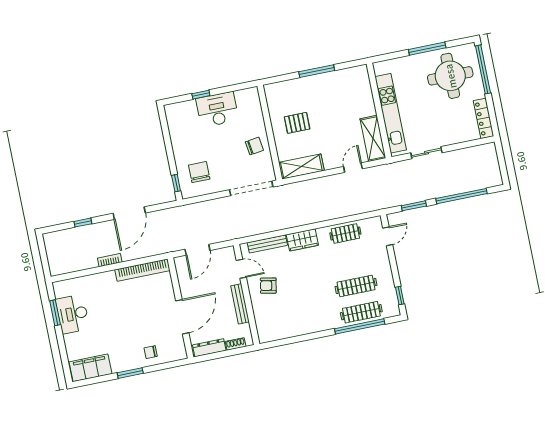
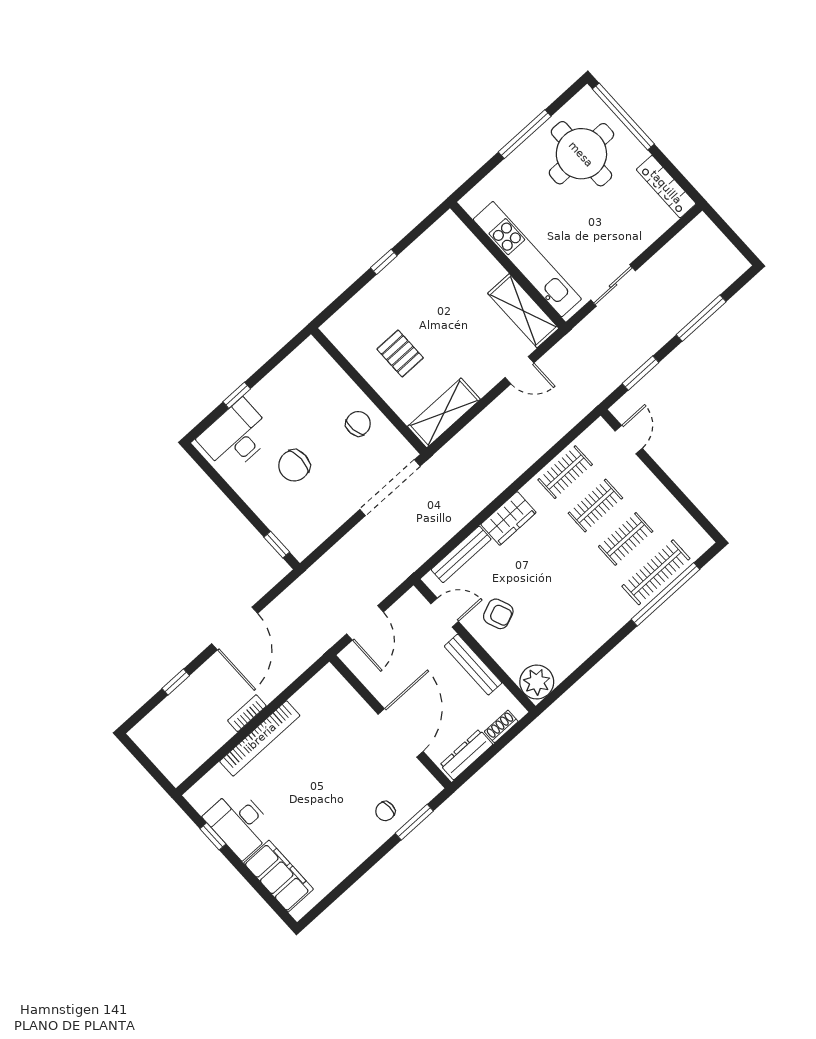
window: (317, 71) -> (384, 262), width x0.46
desk: (217, 110) -> (236, 436), moved
pallet: (297, 123) -> (400, 353), turned 90
door: (353, 168) -> (520, 370), swing flipped
chair: (199, 172) -> (294, 466), moved, turned -90
window: (461, 196) -> (701, 318), width x0.68
clothes rail: (351, 260) -> (595, 506), added
bookcase: (142, 270) -> (260, 738), moved
armchair: (268, 286) -> (498, 614), turned -123
clothes rail: (356, 286) -> (626, 539), width x0.73
window: (400, 295) -> (697, 515), removed
window: (55, 313) -> (213, 836), width x0.67
plant: (267, 332) -> (537, 682), added
filing cabinet: (90, 368) -> (279, 876), moved, turned 90
window: (130, 373) -> (414, 822), moved

